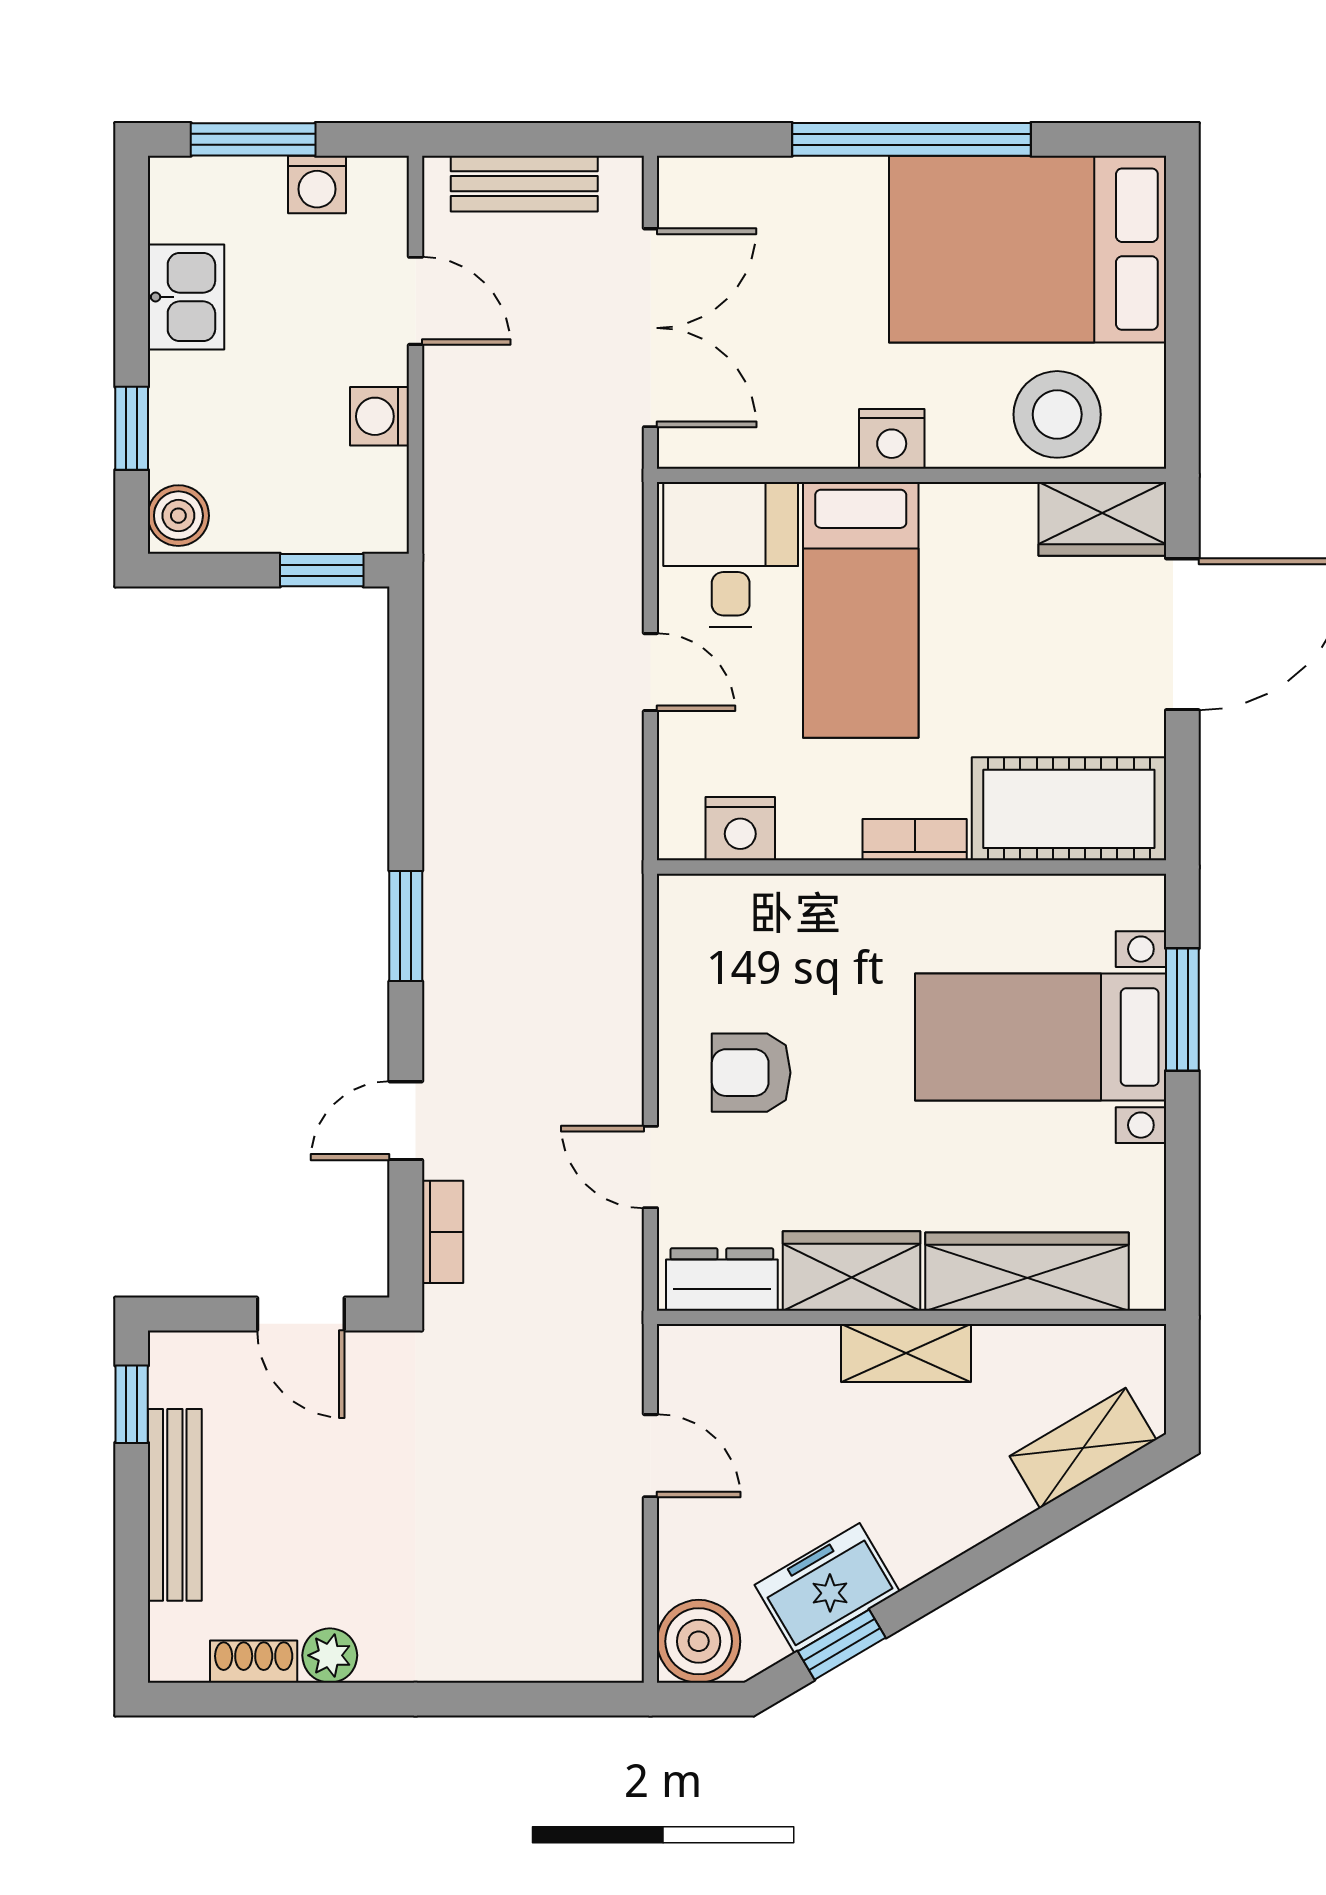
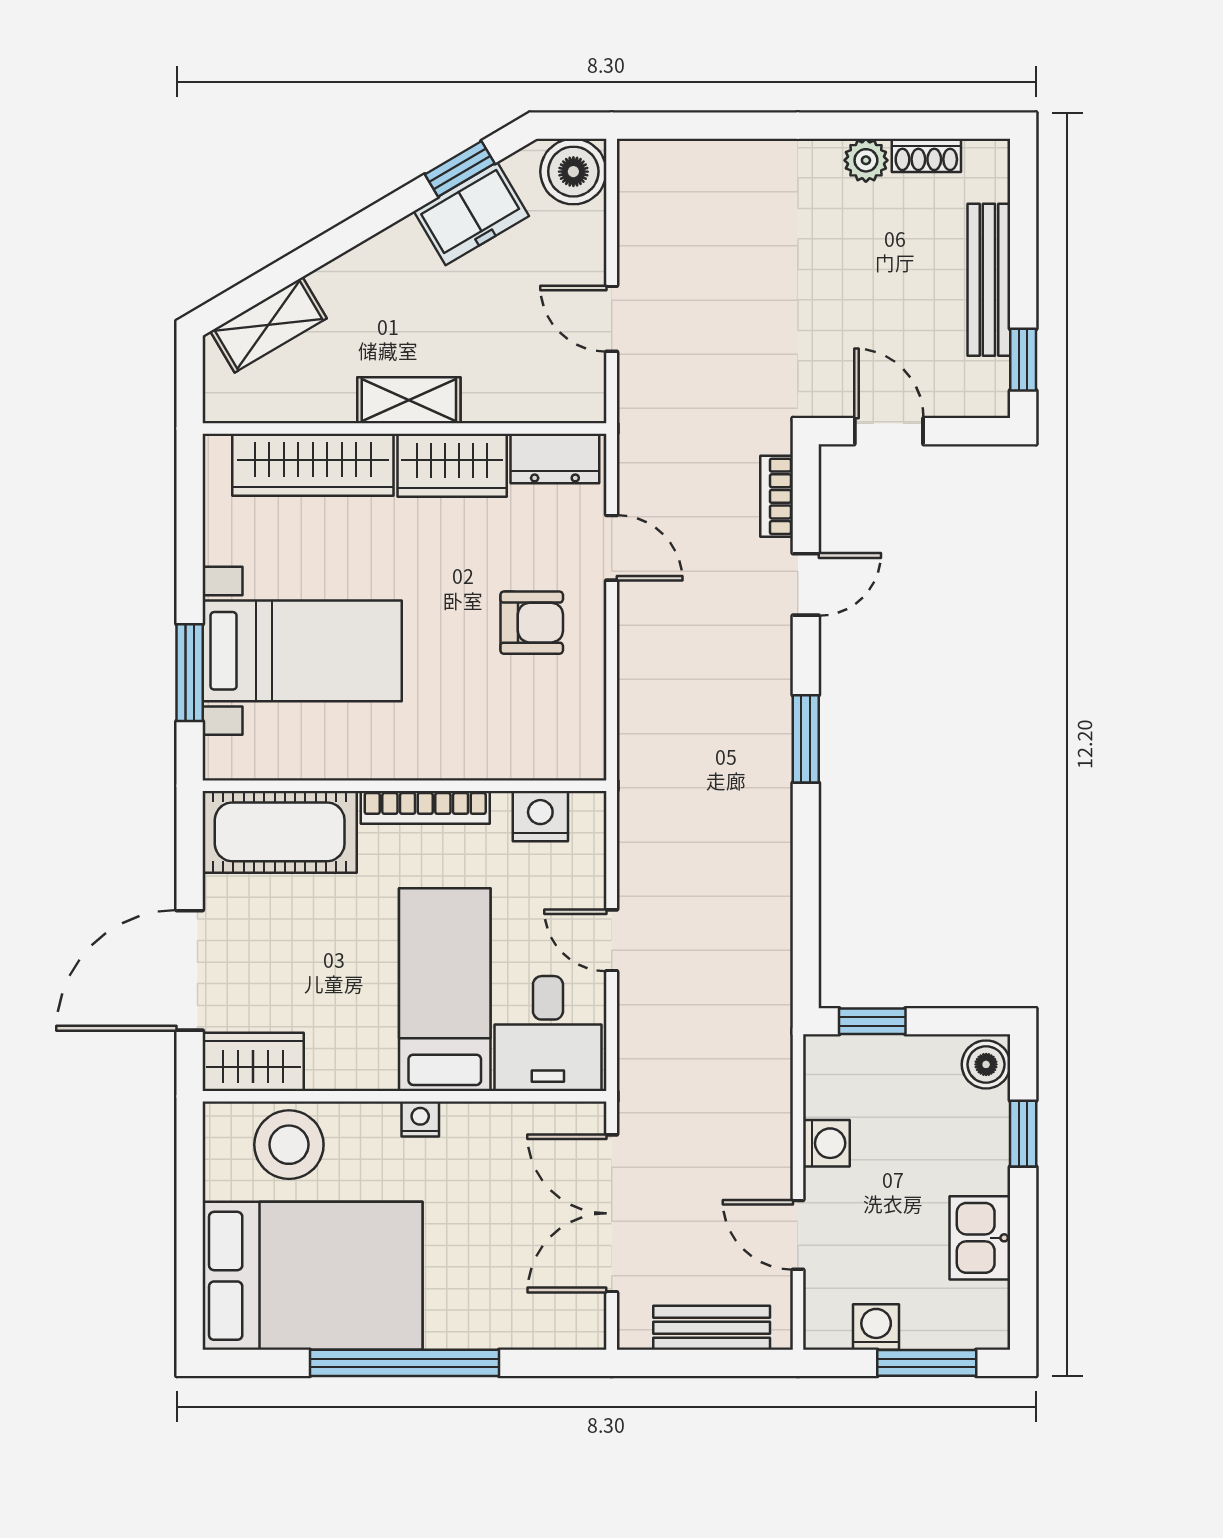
nightstand: (892, 439) -> (420, 1119), width x0.72, depth x0.74
bookcase: (915, 840) -> (425, 807), width x1.56

